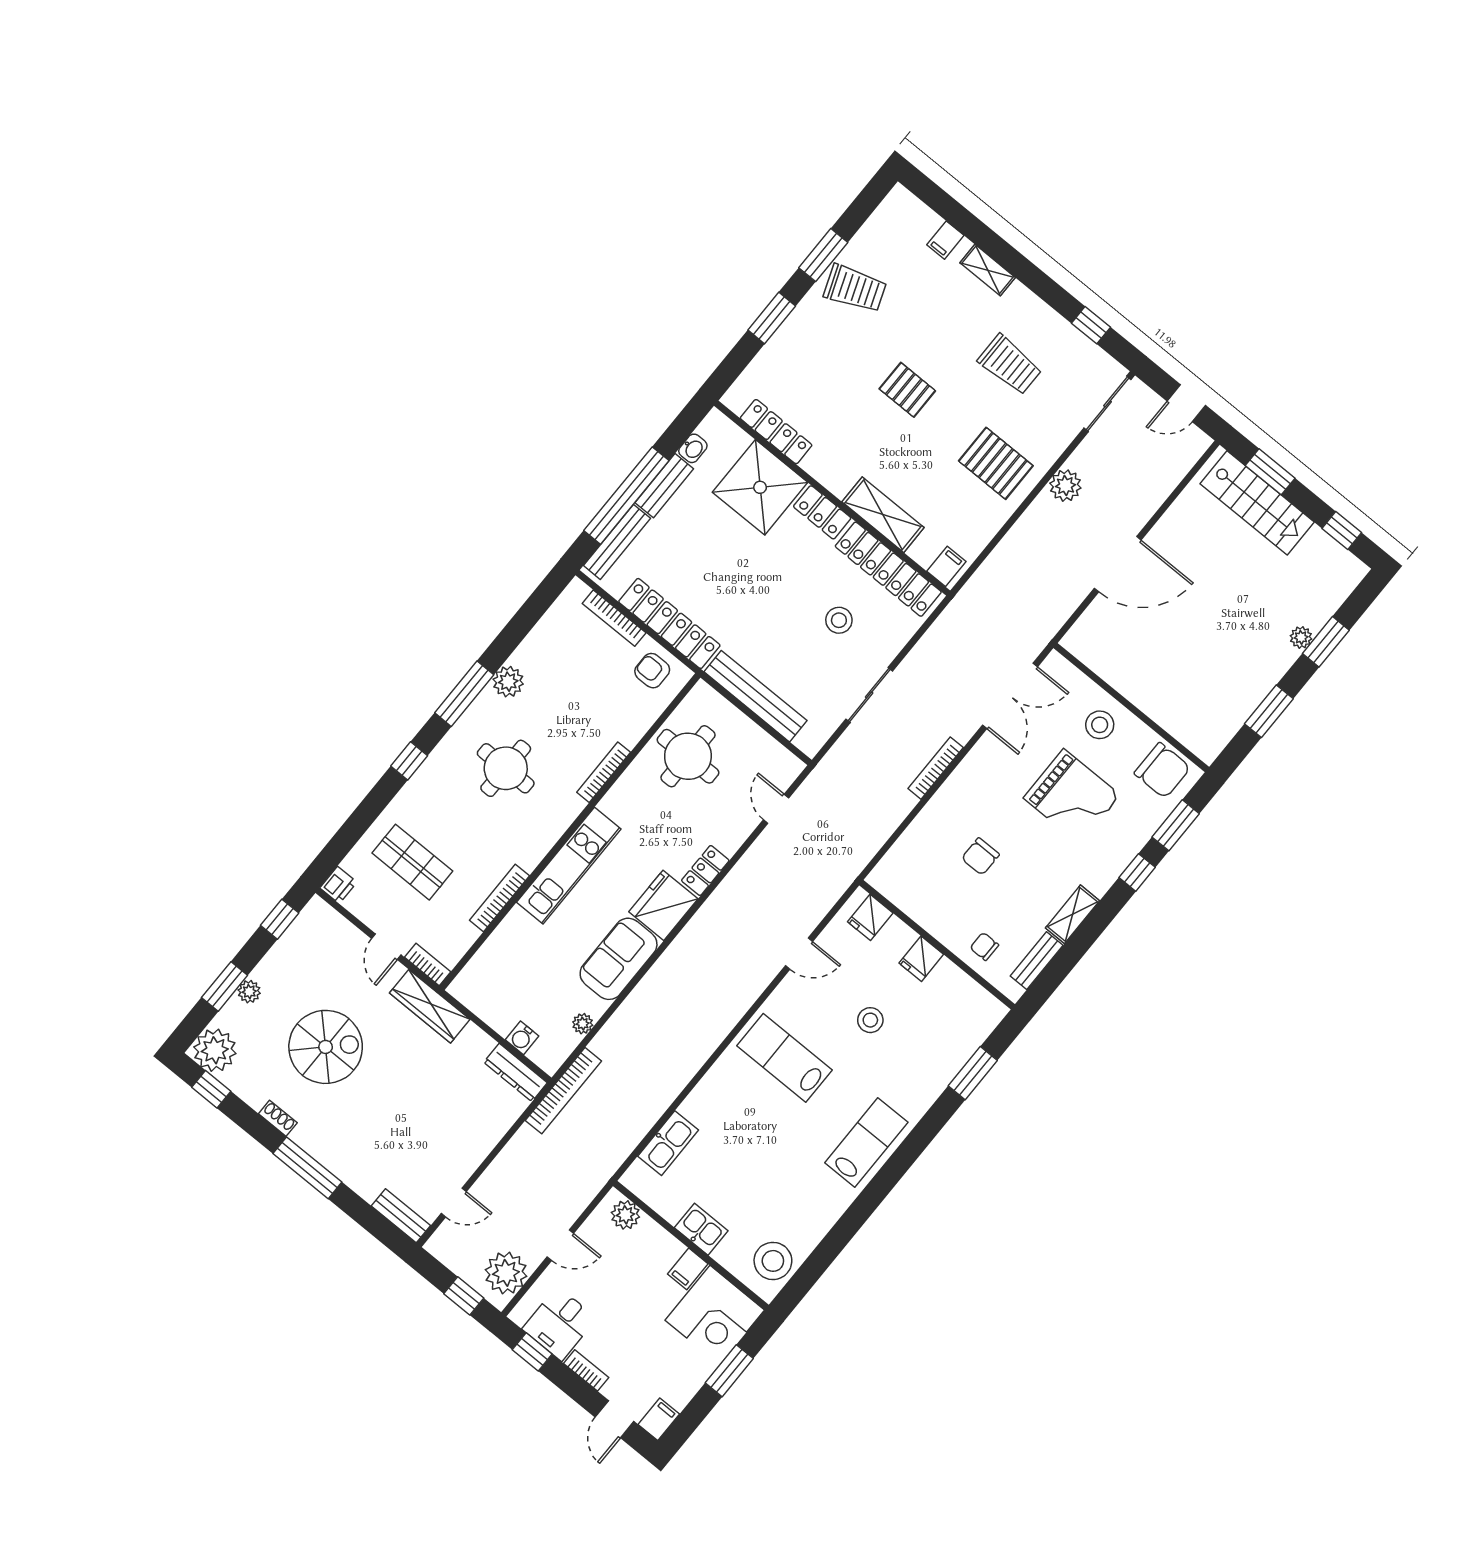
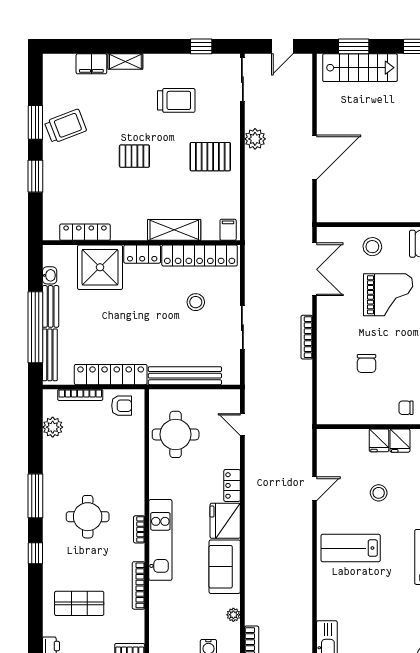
filing cabinet: (945, 240) -> (91, 64), width x2.00
armchair: (652, 671) -> (122, 406), turned 180
plant: (508, 682) -> (53, 427), moved
bookcase: (604, 772) -> (139, 529), moved, width x0.64
fridge: (870, 917) -> (400, 441), moved

